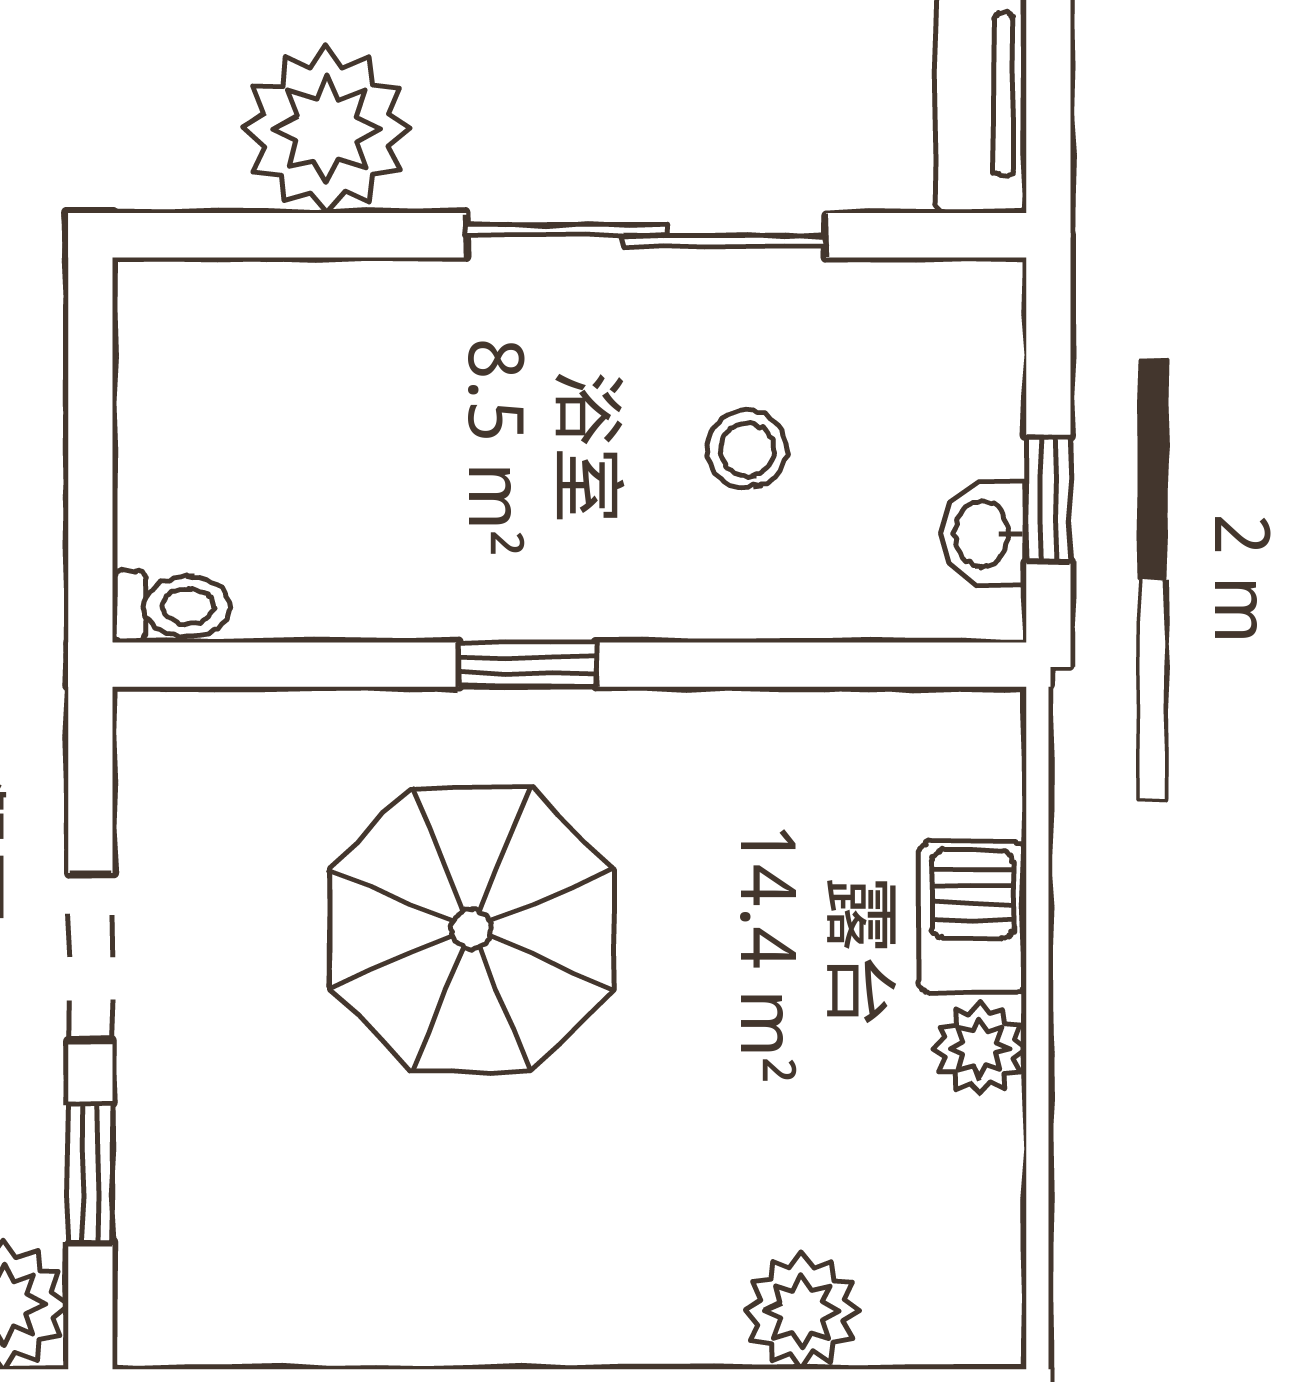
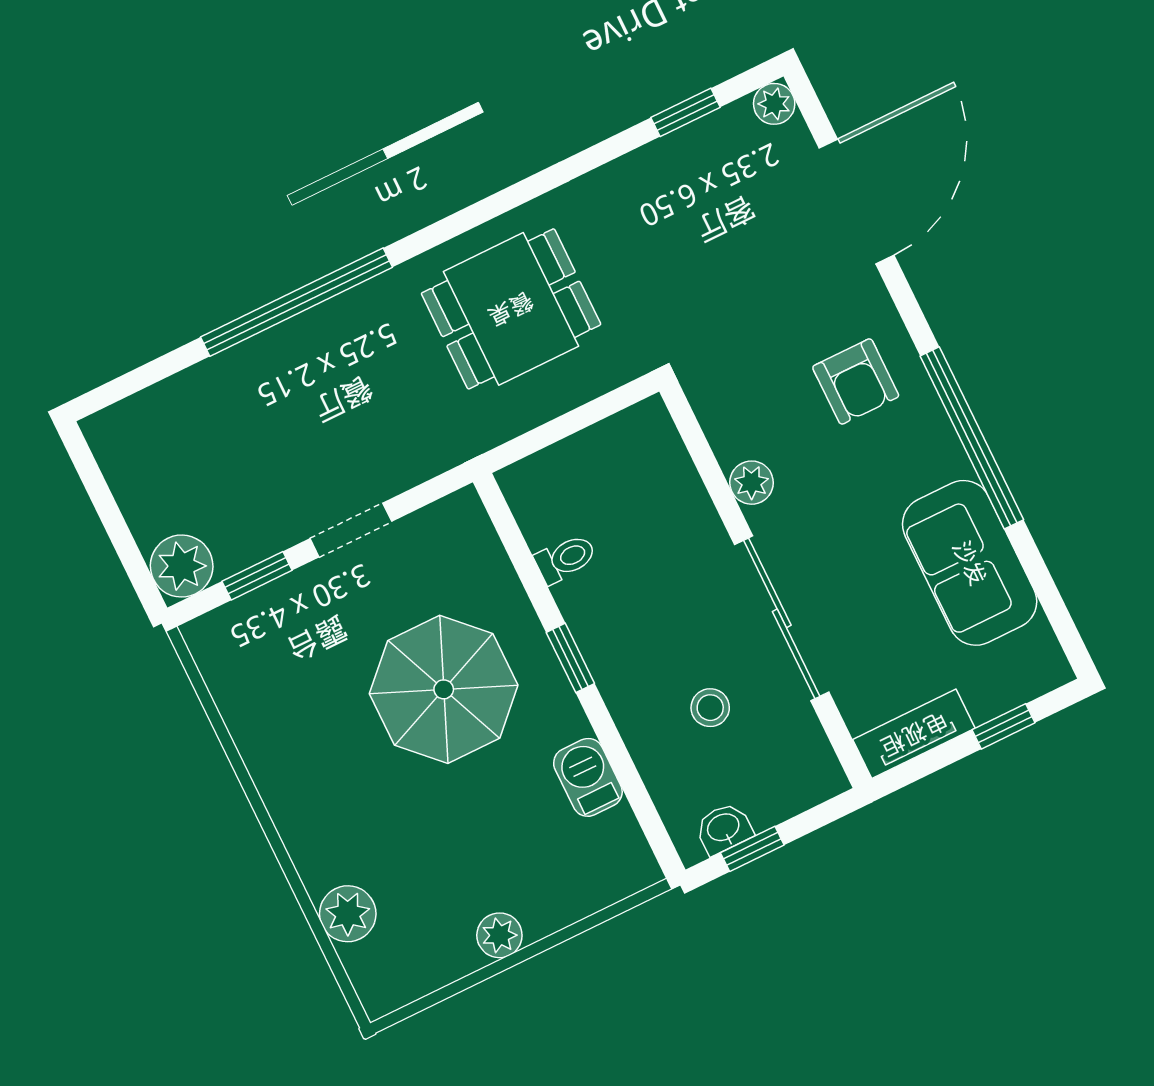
plant: (327, 129) -> (752, 483), width x0.53, depth x0.53
toilet: (171, 606) -> (565, 559), moved, turned -90
barbecue: (972, 917) -> (588, 777), moved, turned -90

